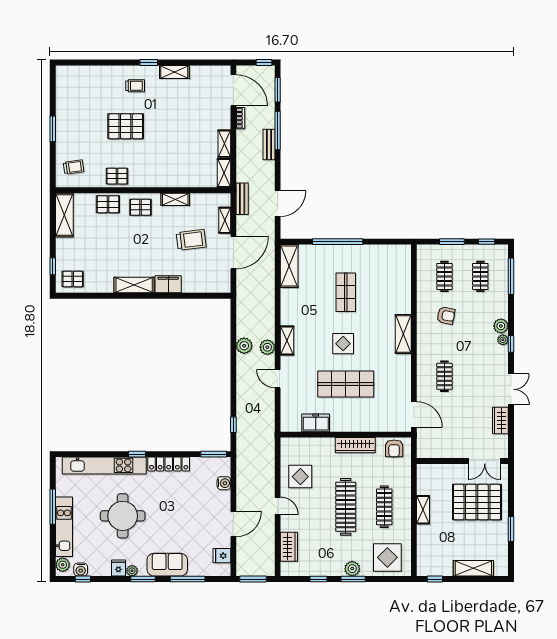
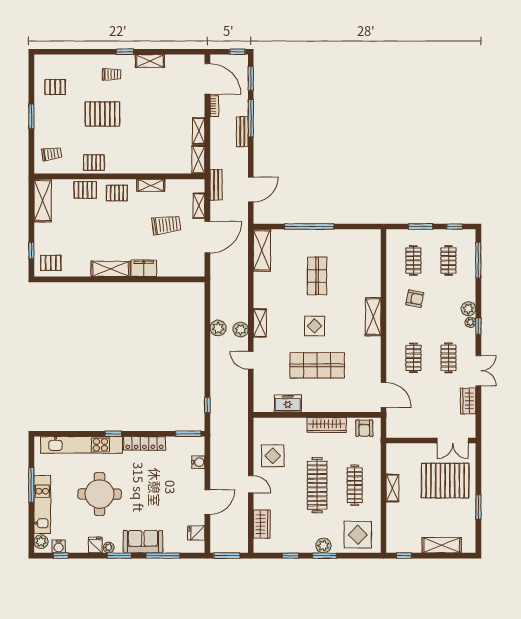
pallet: (77, 99) -> (55, 87), added
clothes rail: (480, 376) -> (448, 358), added

